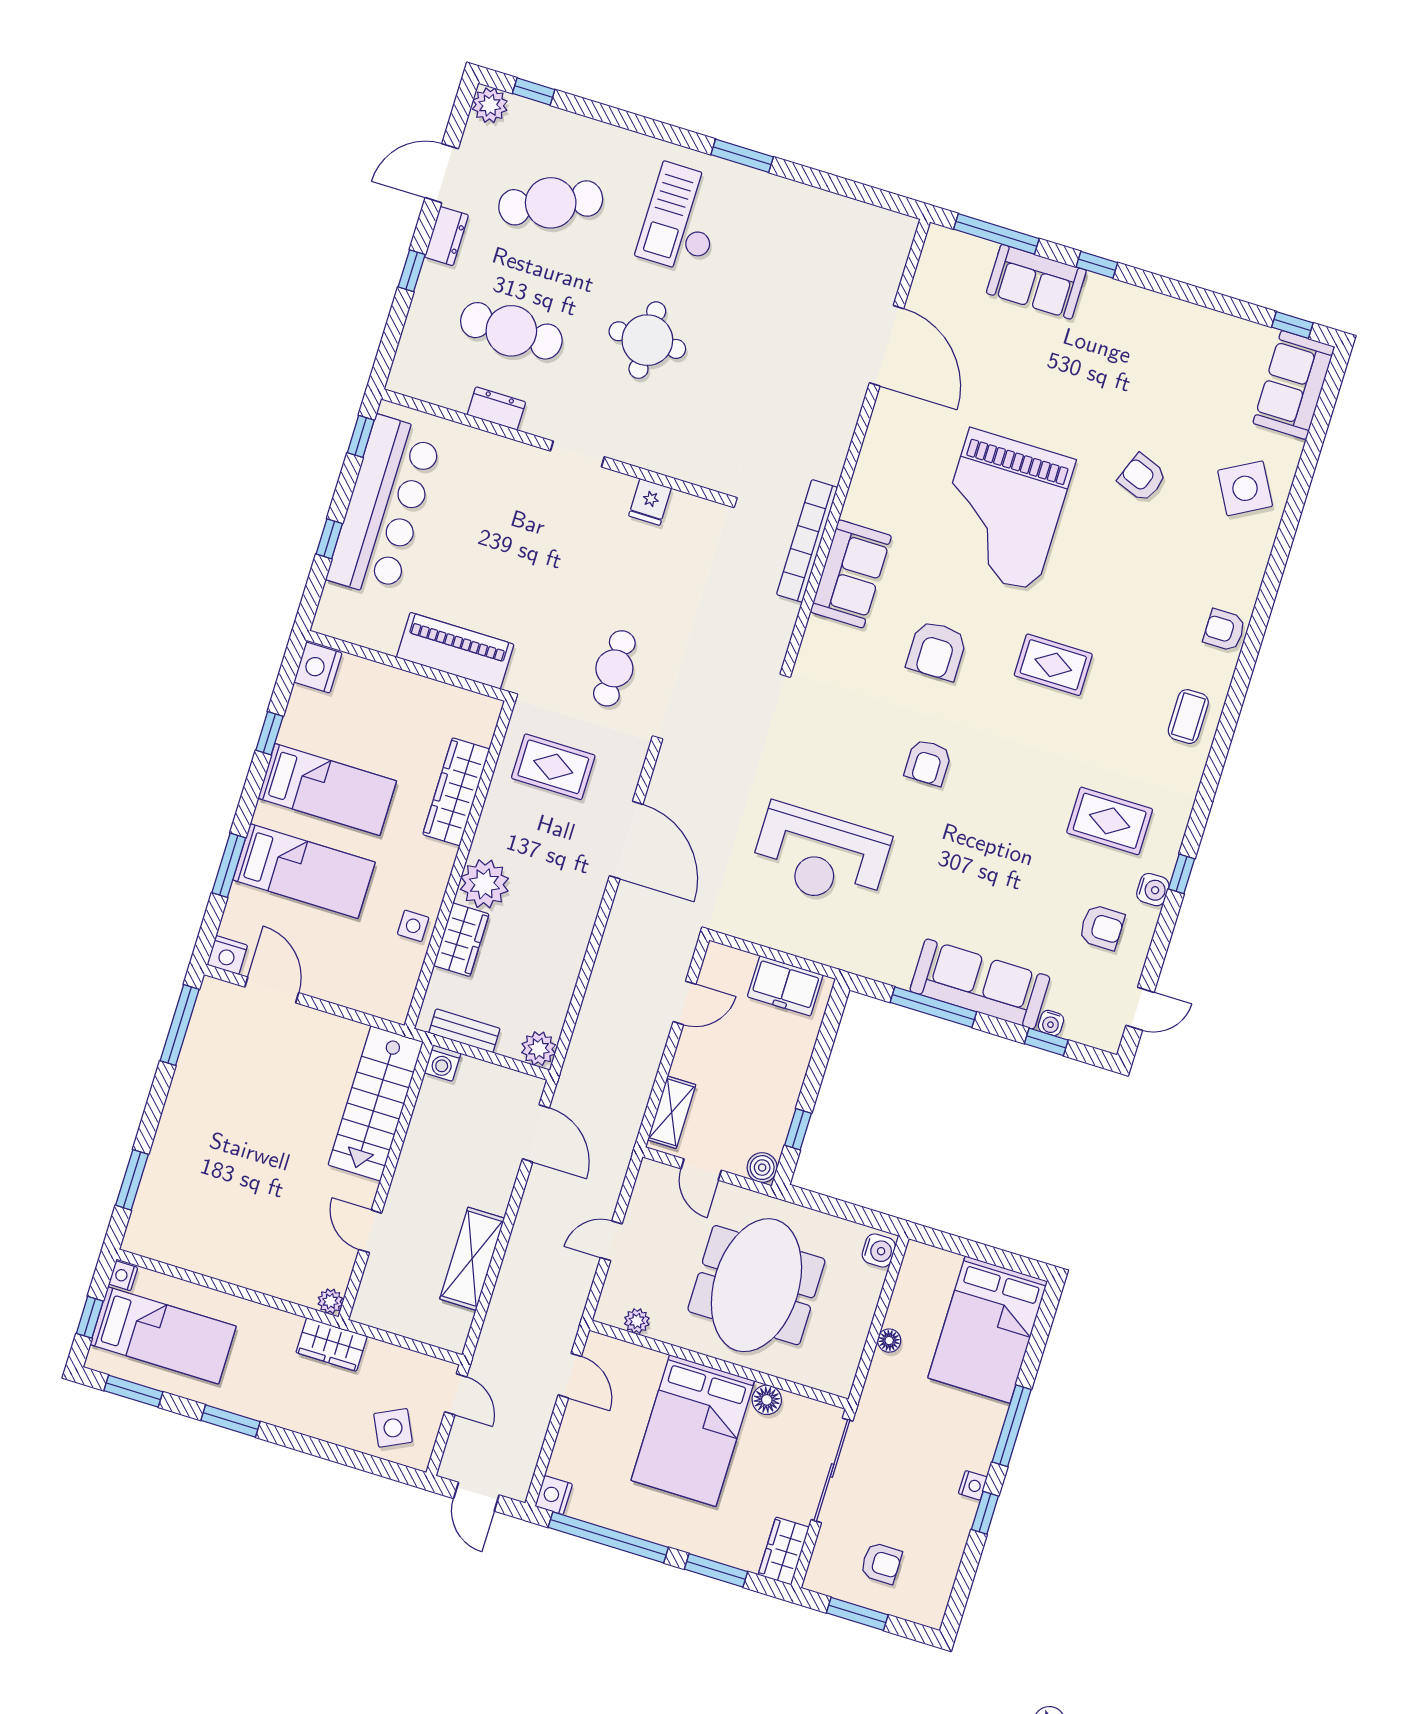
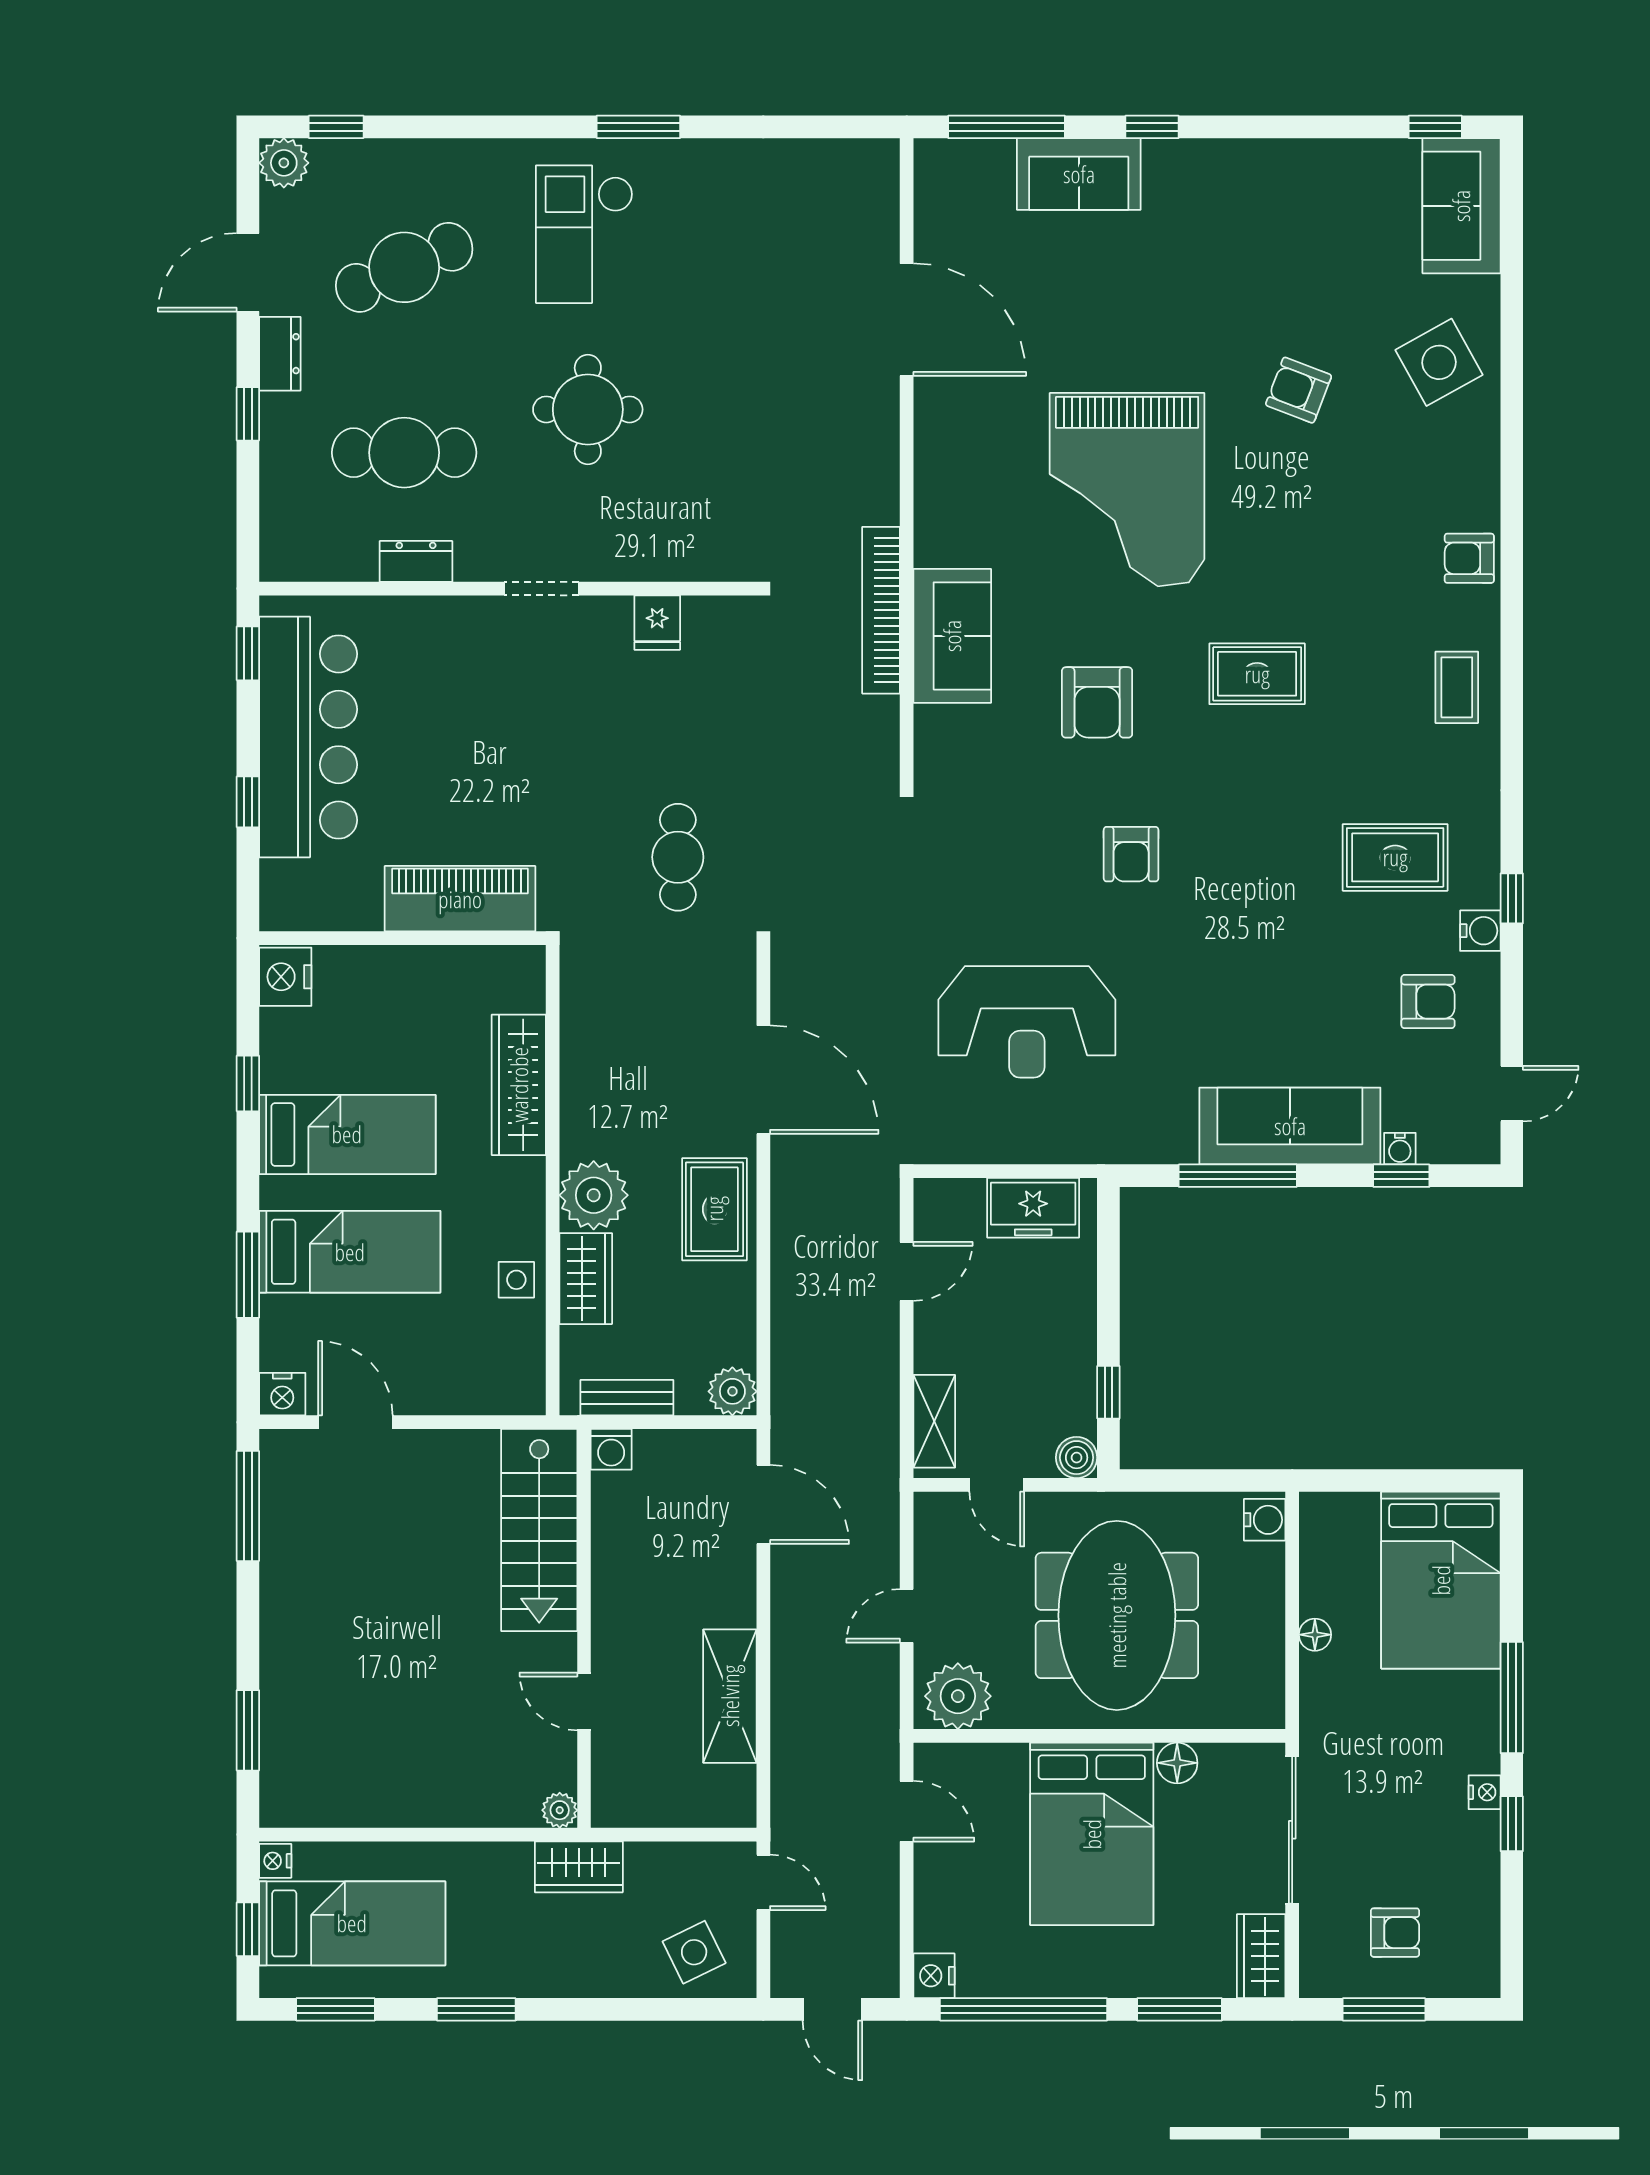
rug: (553, 767) -> (714, 1209), moved, turned 90
plant: (637, 1321) -> (958, 1696), width x1.87, depth x1.87

